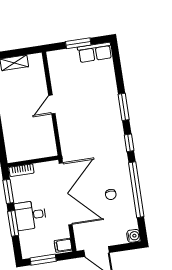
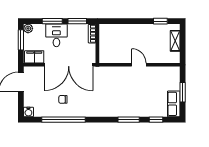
window: (129, 143) -> (156, 120), moved
filing cabinet: (63, 245) -> (34, 57), width x2.00
plant: (27, 252) -> (28, 28), added

